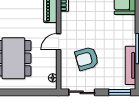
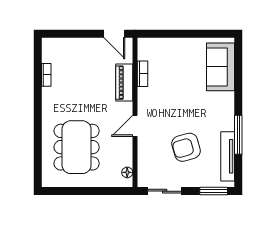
armchair: (87, 59) -> (186, 147), moved

